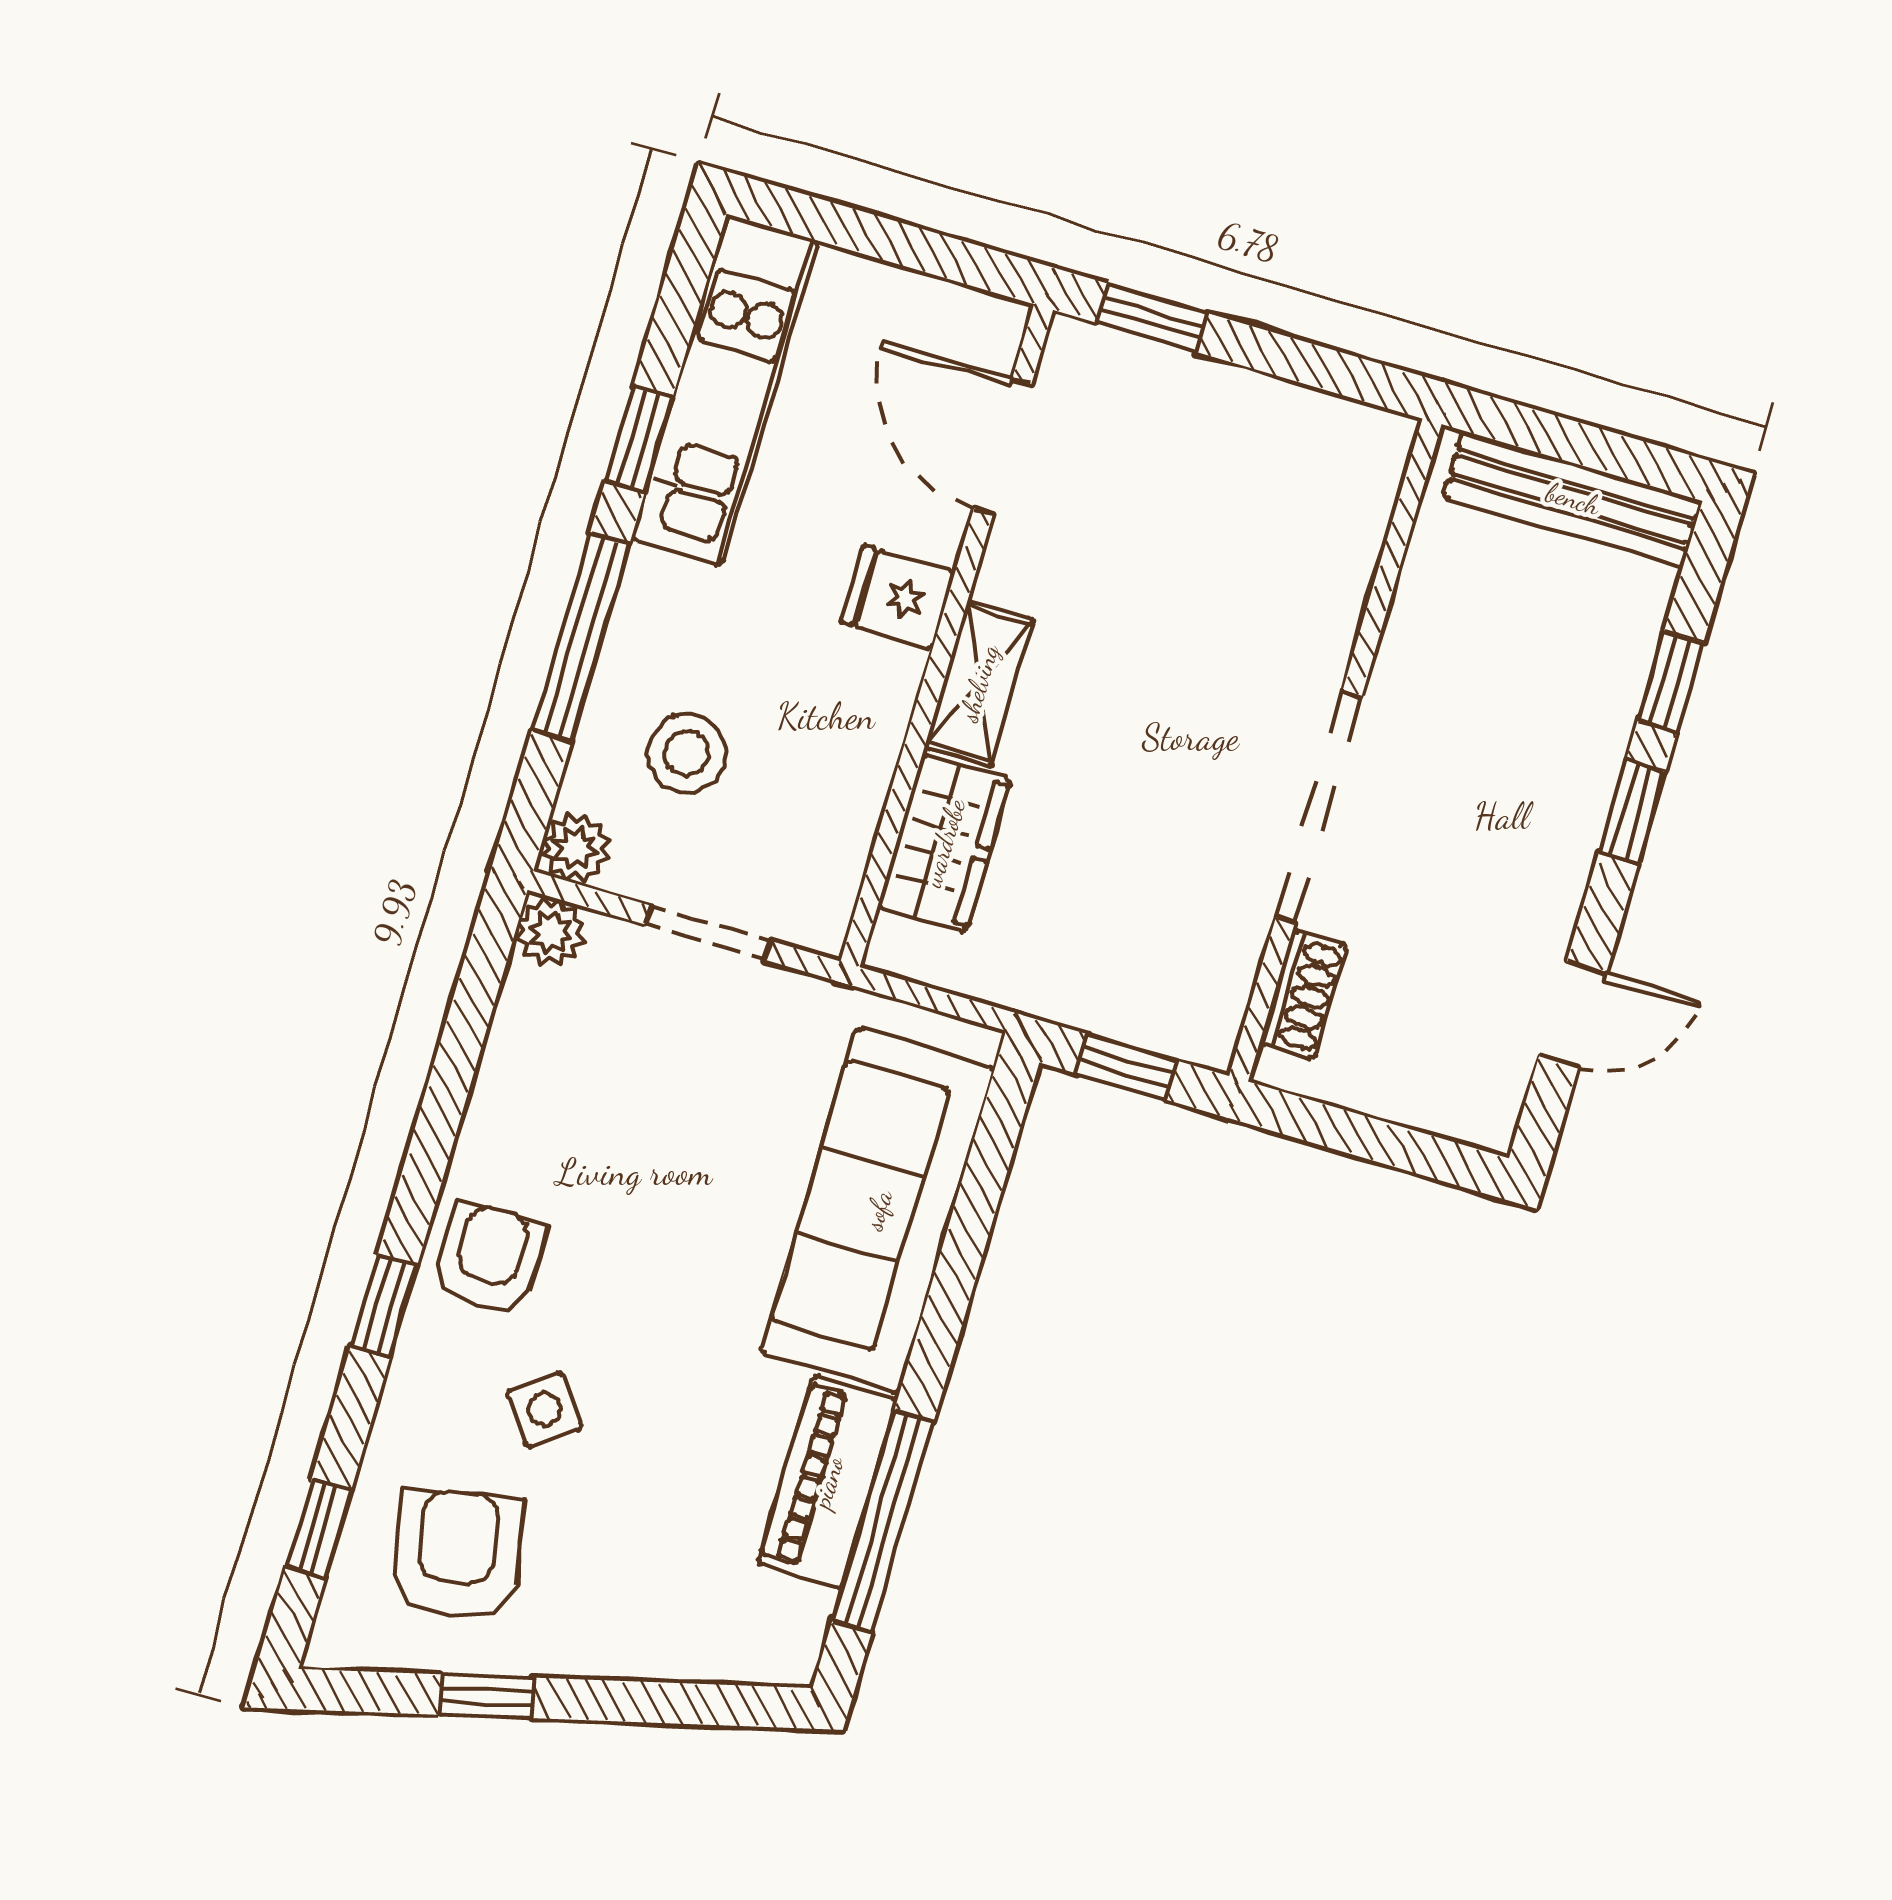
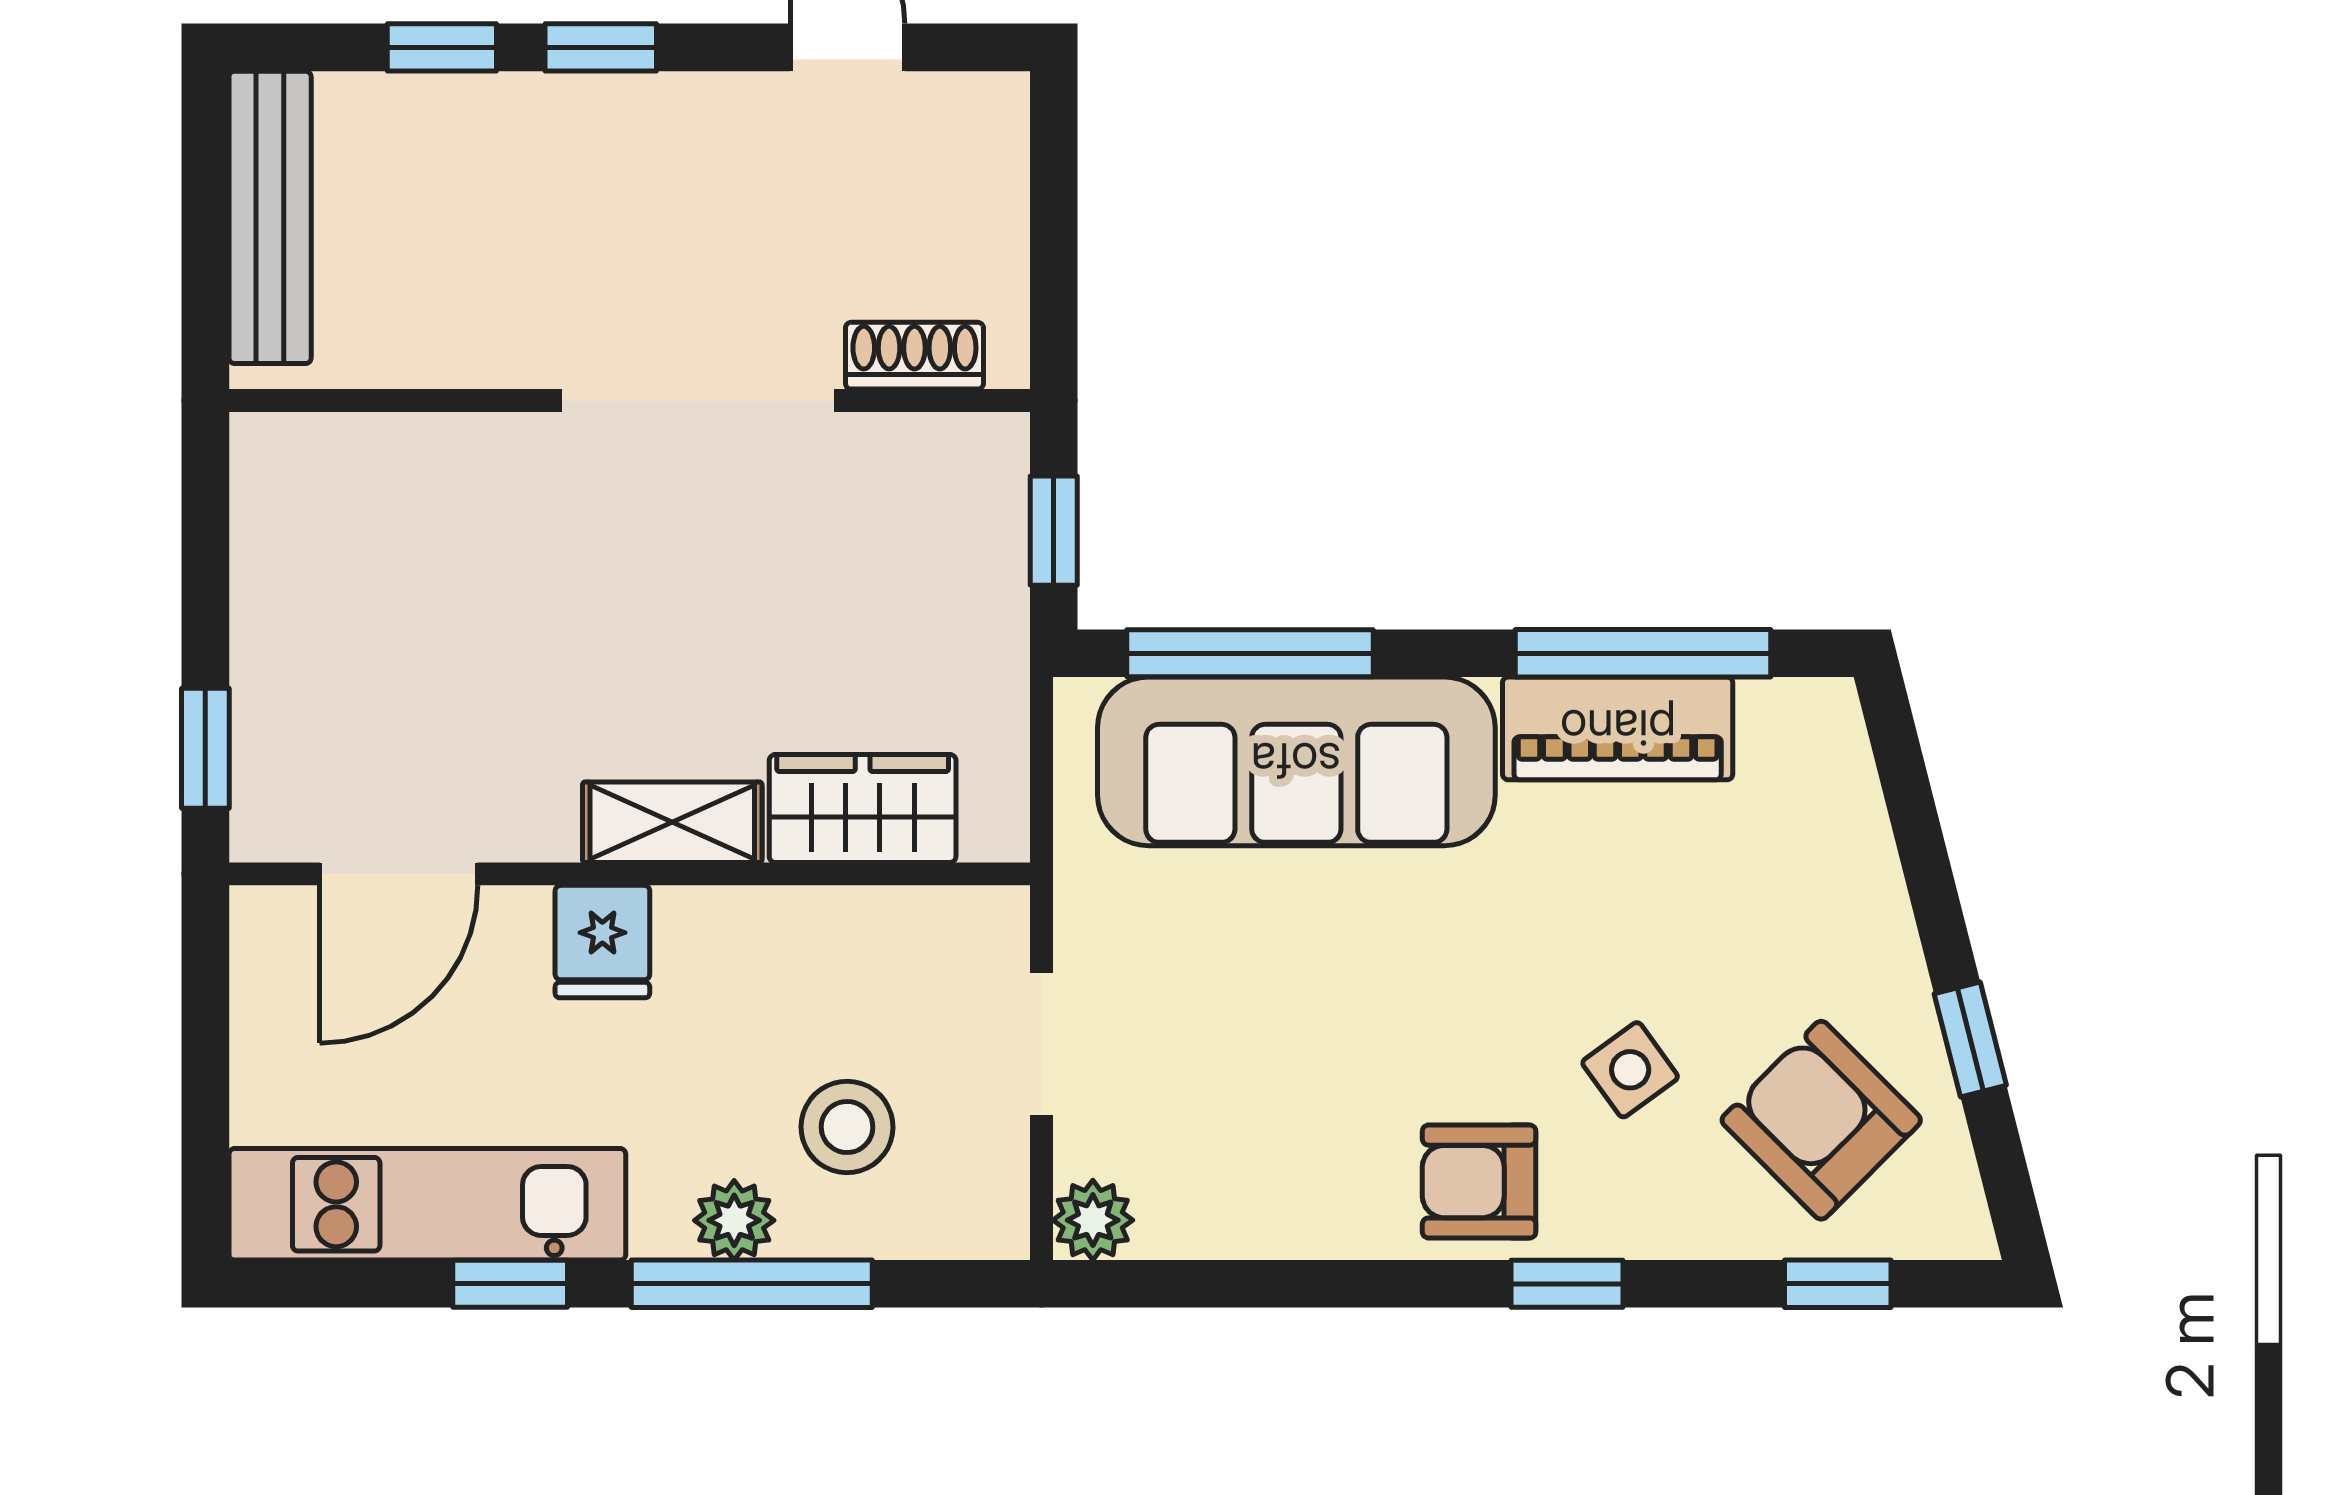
plant: (575, 848) -> (734, 1220), moved
window: (978, 1198) -> (1250, 653), added
armchair: (457, 1554) -> (1821, 1120), turned 56

